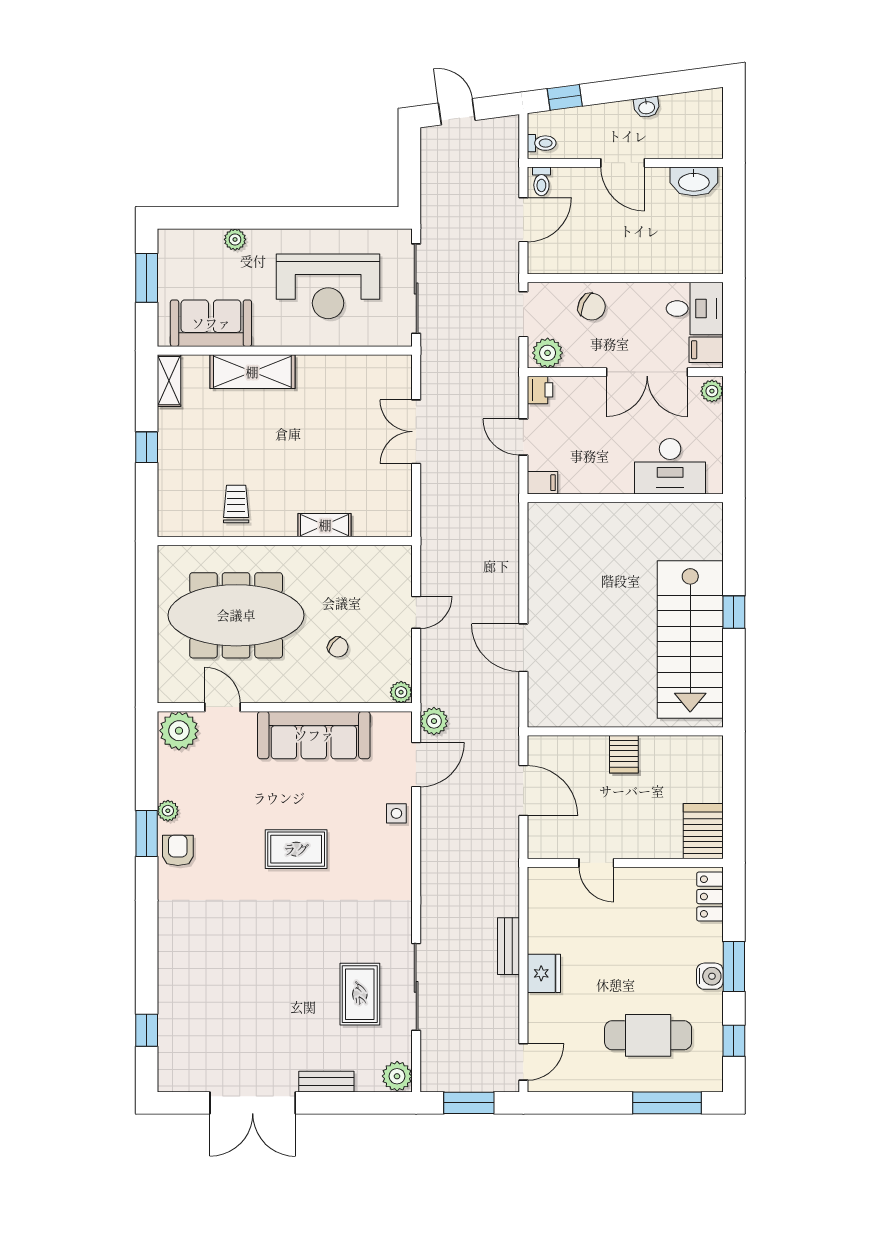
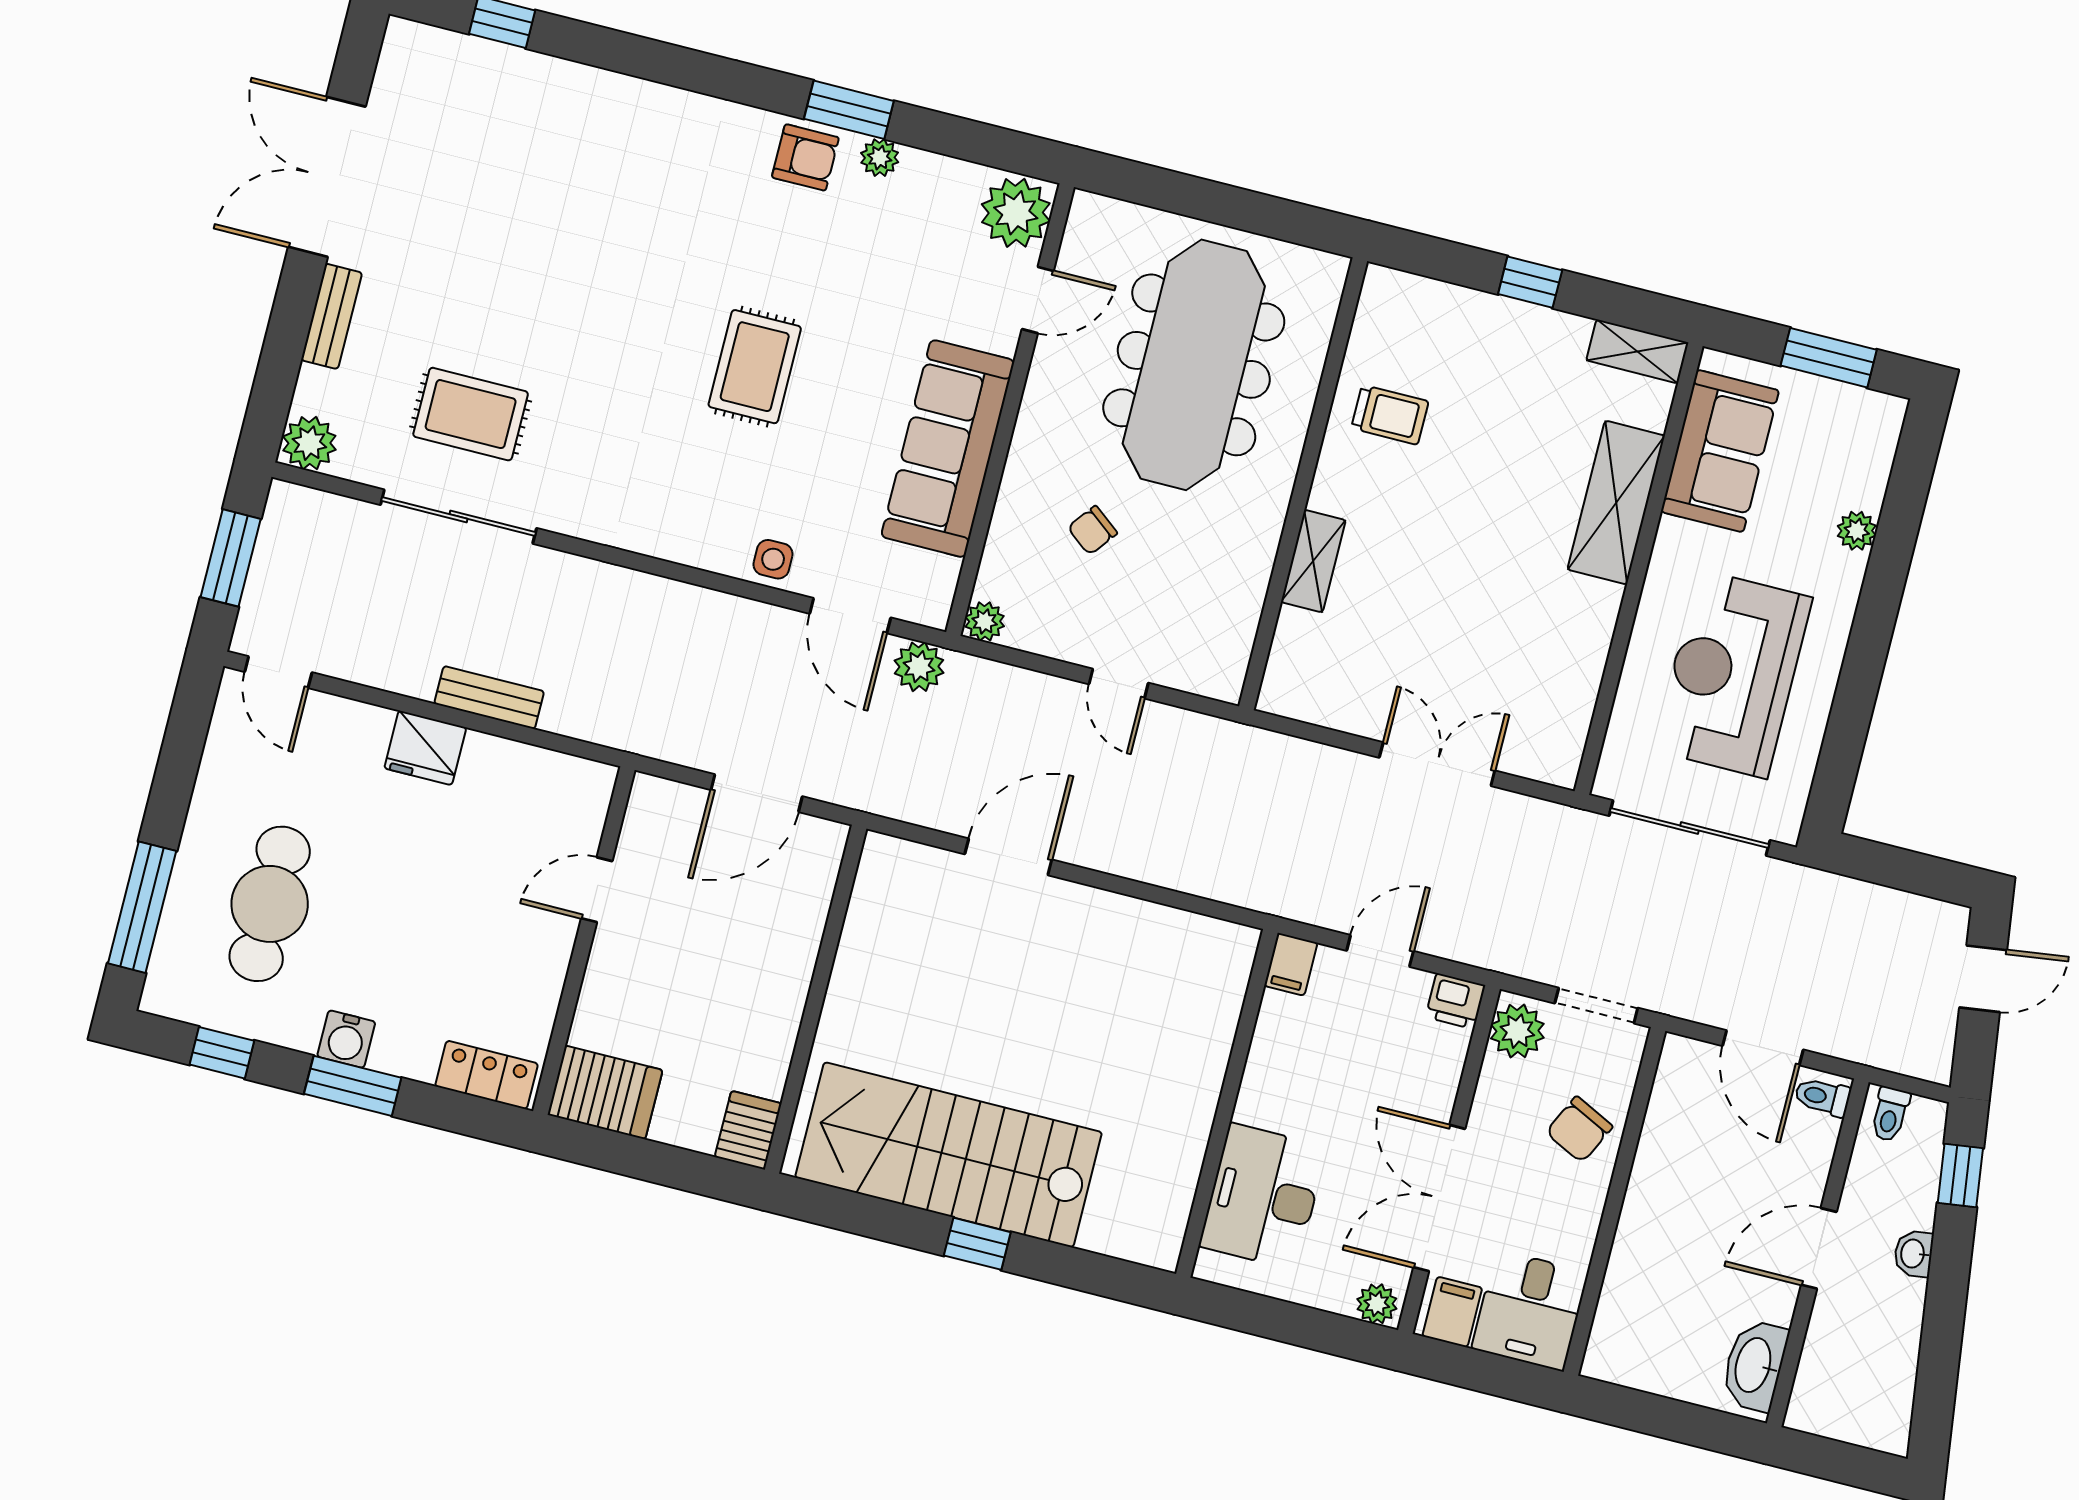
washbasin: (647, 107) -> (1914, 1254), moved
server rack: (624, 754) -> (748, 1130), moved, turned 90

